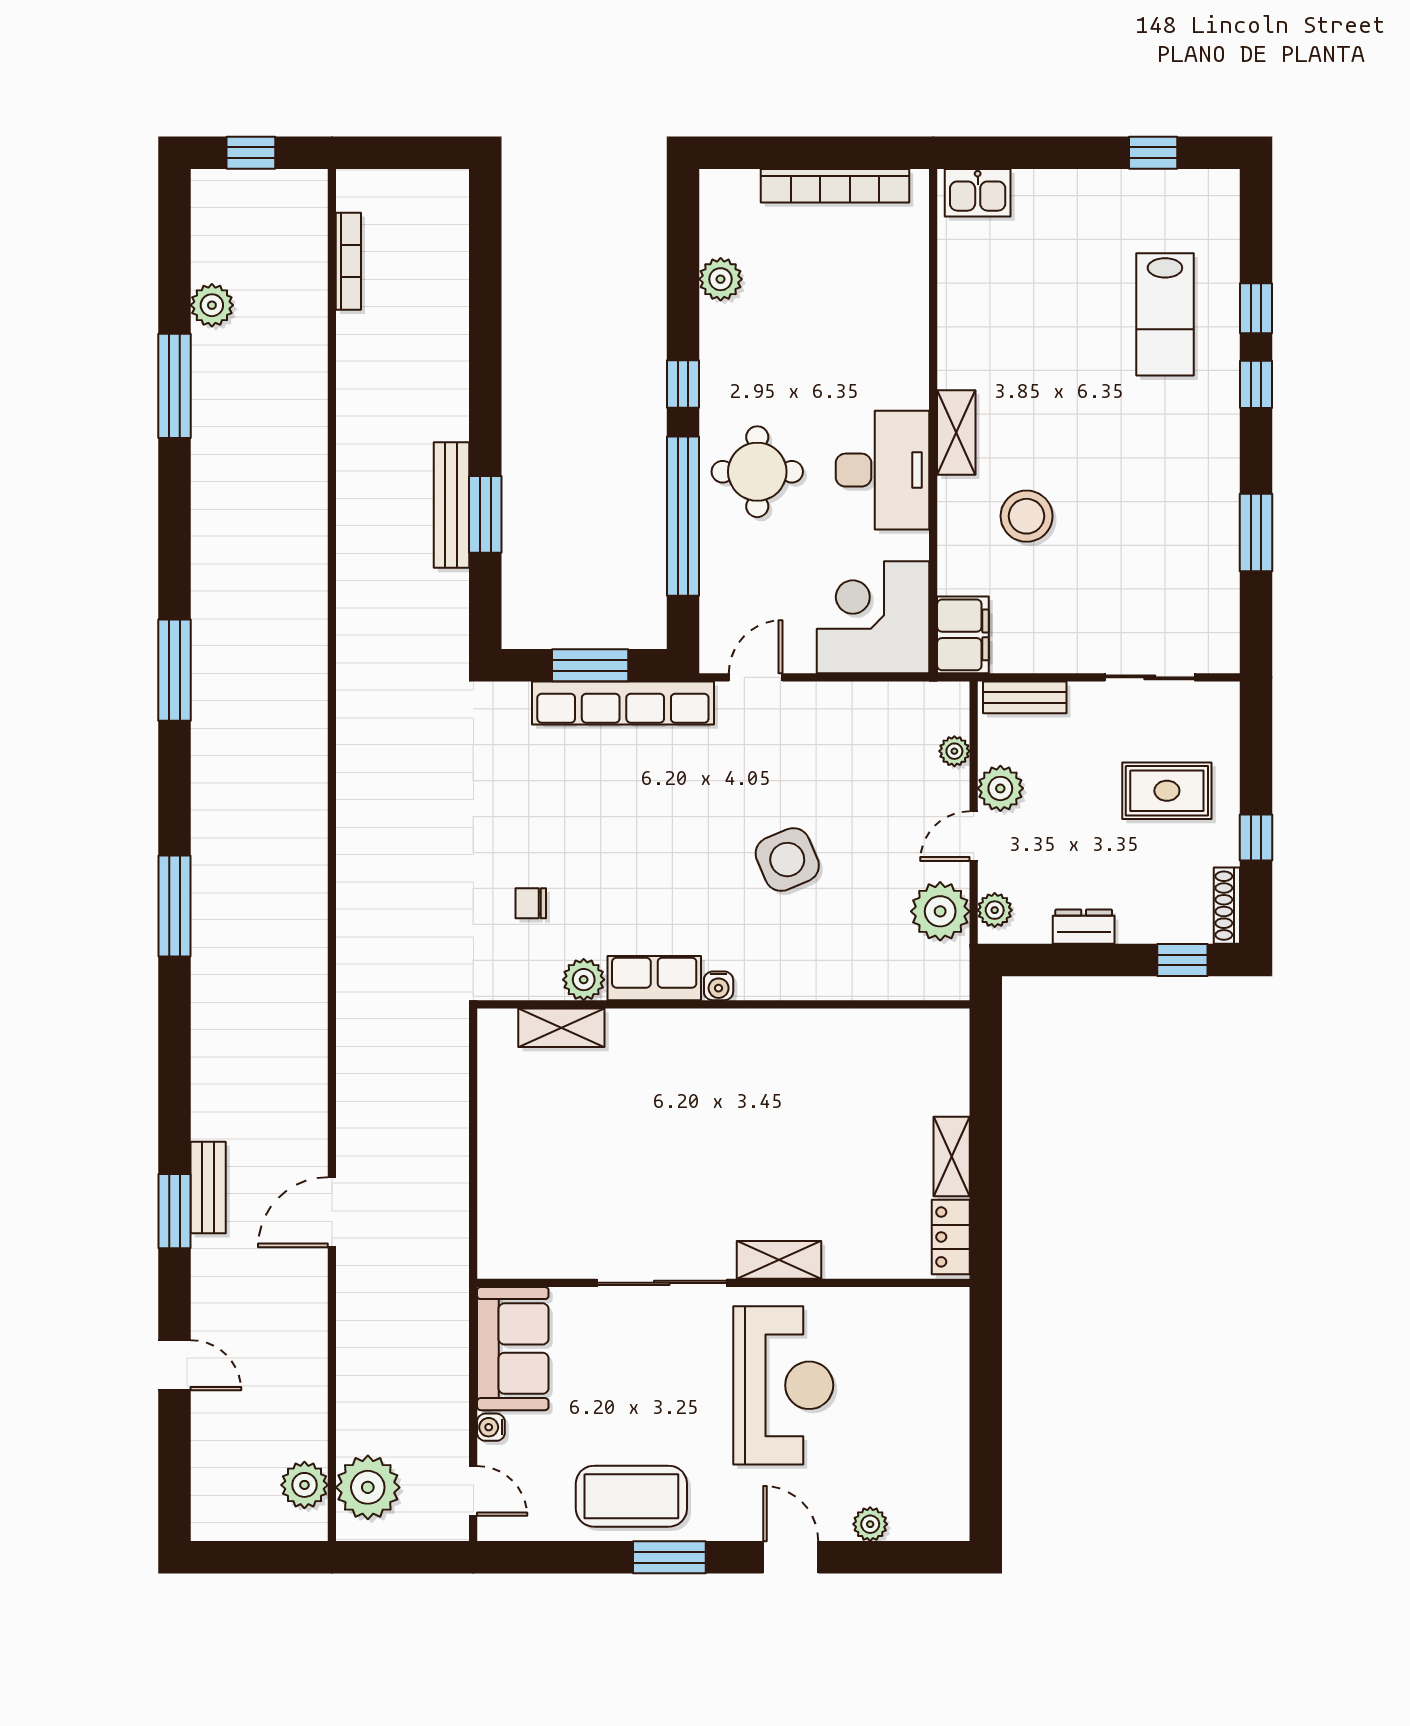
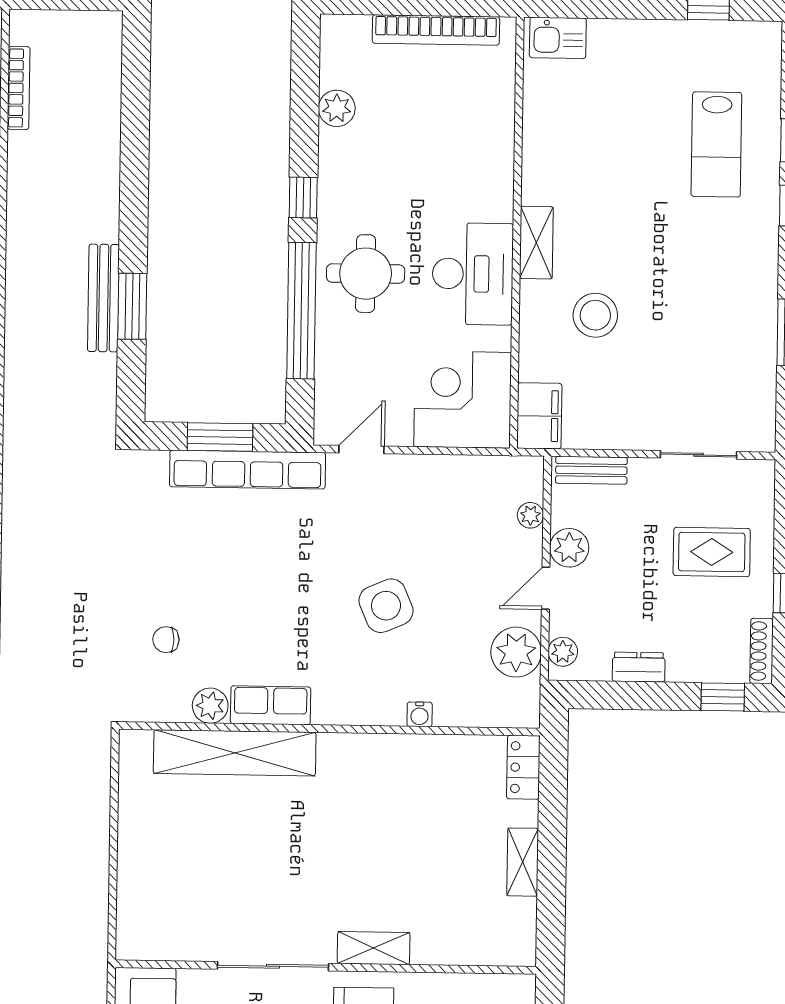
water cooler: (719, 986) -> (420, 714), moved
shelving: (561, 1028) -> (235, 753), width x2.20, depth x1.33
locker: (951, 1237) -> (523, 767), moved

